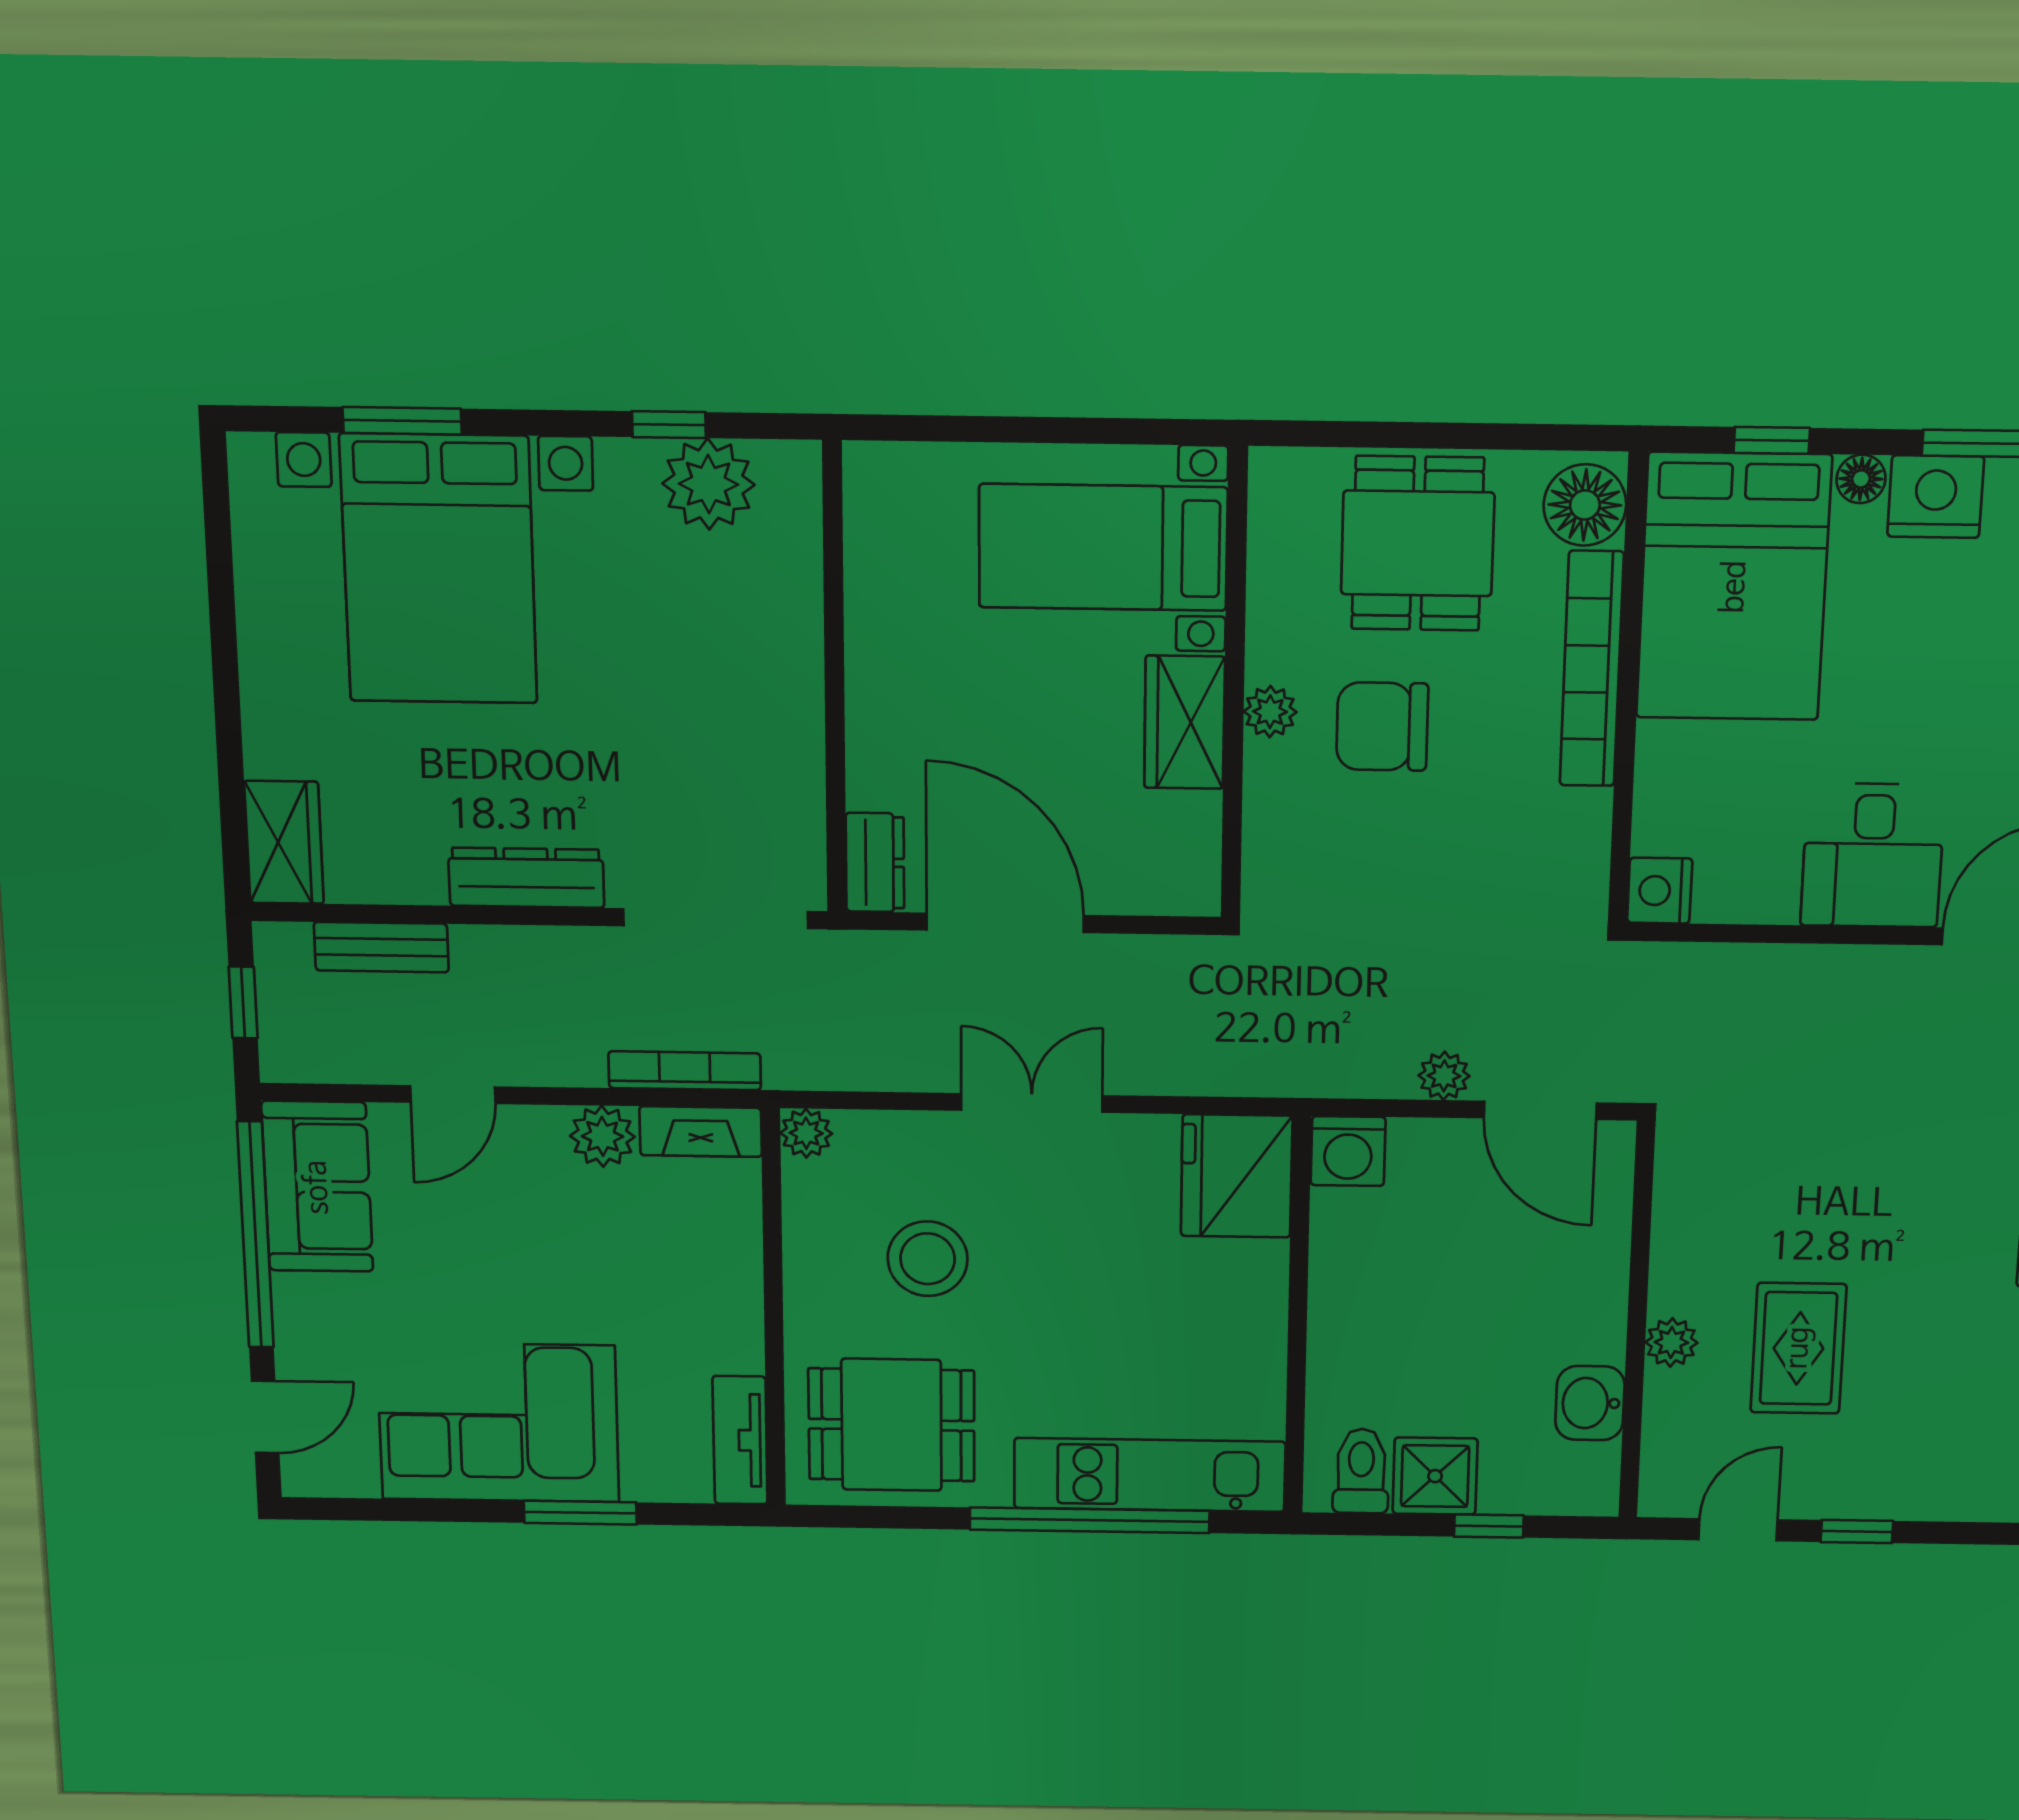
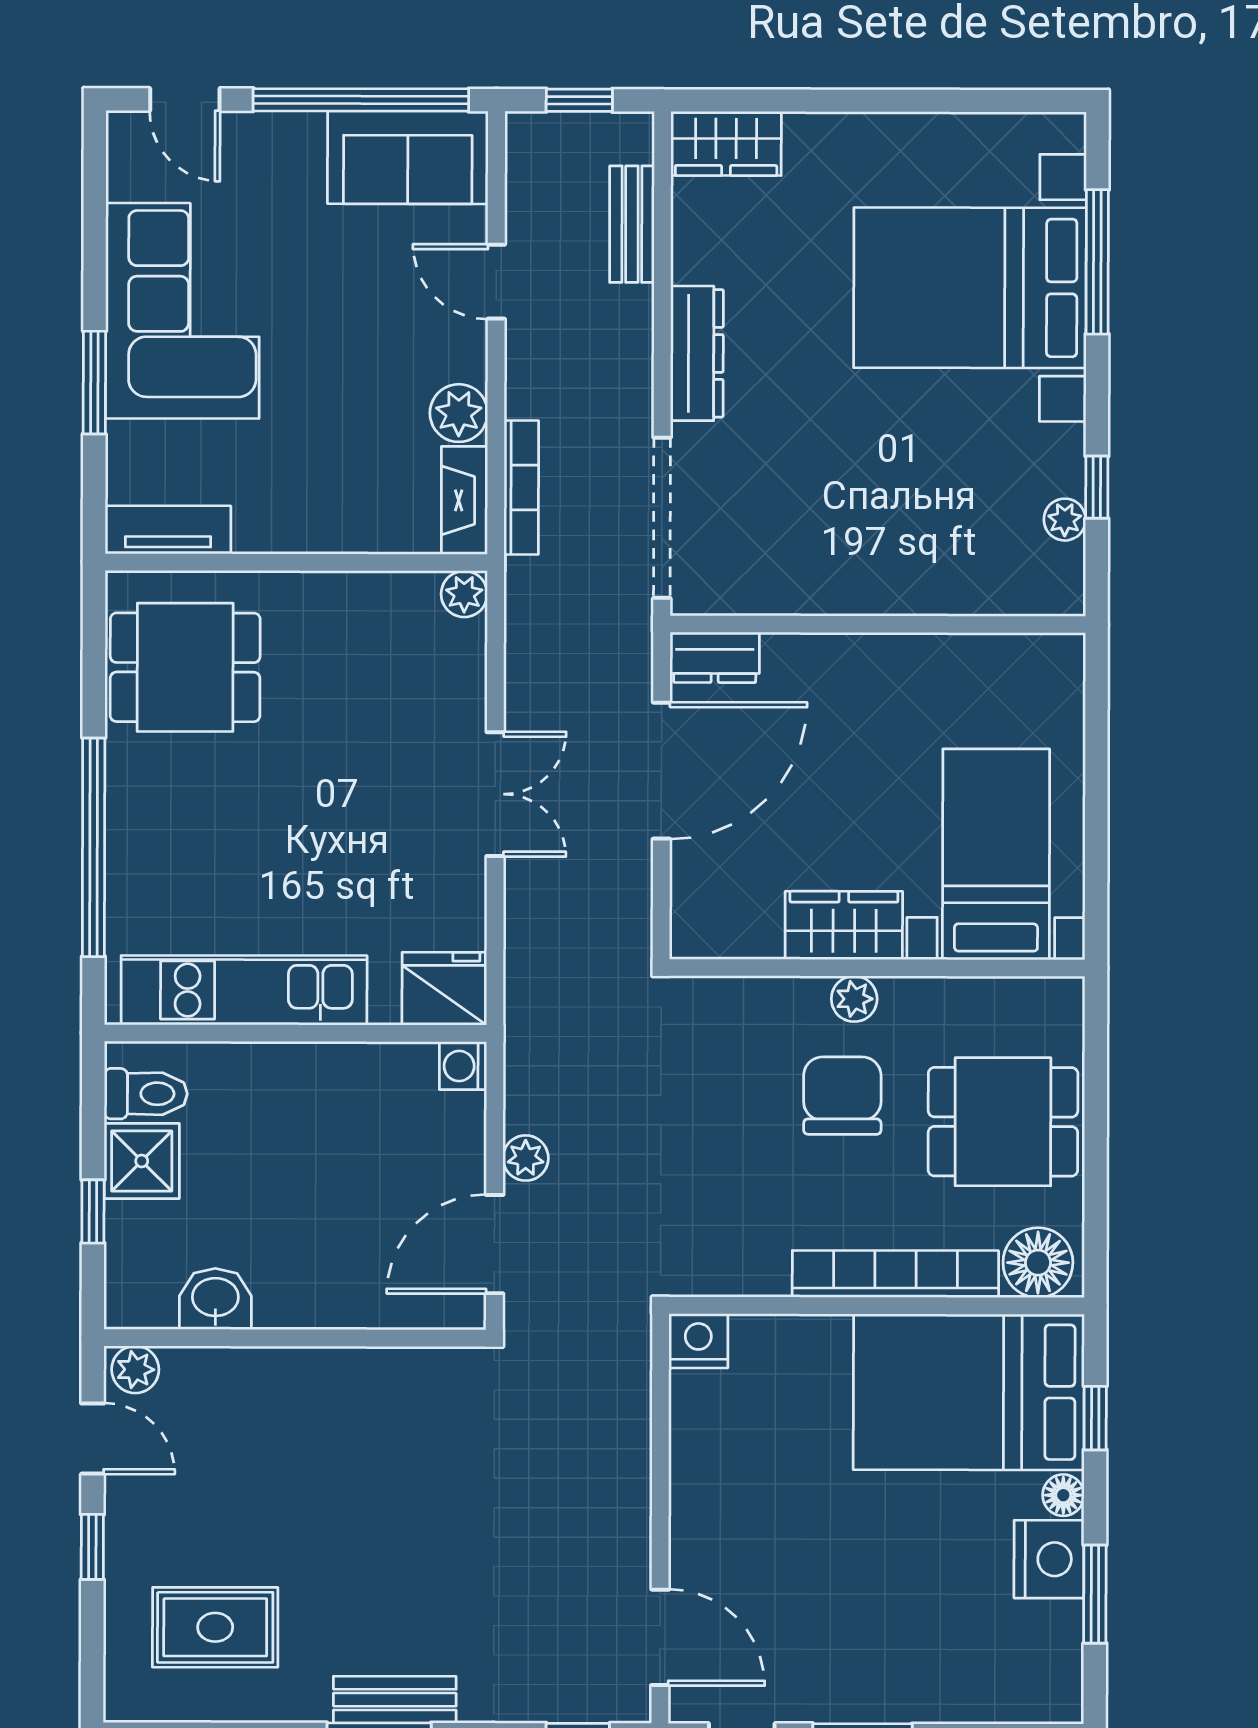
window: (402, 421) -> (1097, 262), width x1.44
plant: (708, 484) -> (1065, 520), width x0.53, depth x0.53
desk: (1873, 855) -> (733, 1524), removed
washing machine: (1348, 1151) -> (463, 1066), width x0.73, depth x0.73
fridge: (1237, 1176) -> (444, 989), width x0.73, depth x0.75
stool: (928, 1259) -> (347, 701), removed
plant: (1671, 1342) -> (135, 1369), moved
rug: (1798, 1348) -> (215, 1627), moved
dining table: (892, 1425) -> (185, 667), turned 90
kitchen unit: (1150, 1475) -> (244, 990), moved, turned -90

